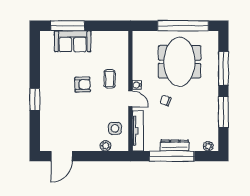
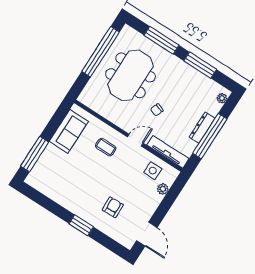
sofa: (73, 41) -> (69, 131), moved
meeting table: (180, 62) -> (130, 75), turned 90
armchair: (83, 85) -> (113, 207), moved
water cooler: (137, 85) -> (127, 126), removed

